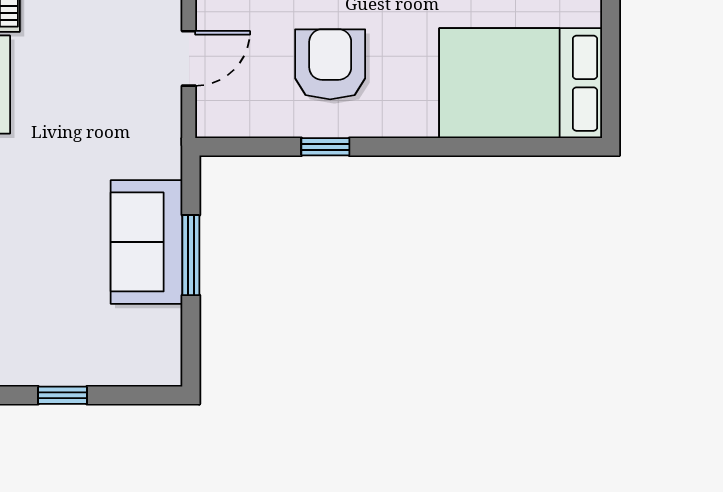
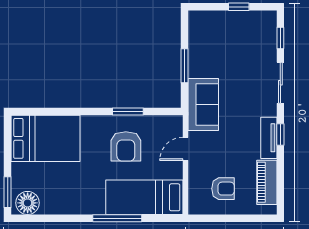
window: (325, 147) -> (128, 112), width x1.50
sofa: (147, 242) -> (203, 104), moved

